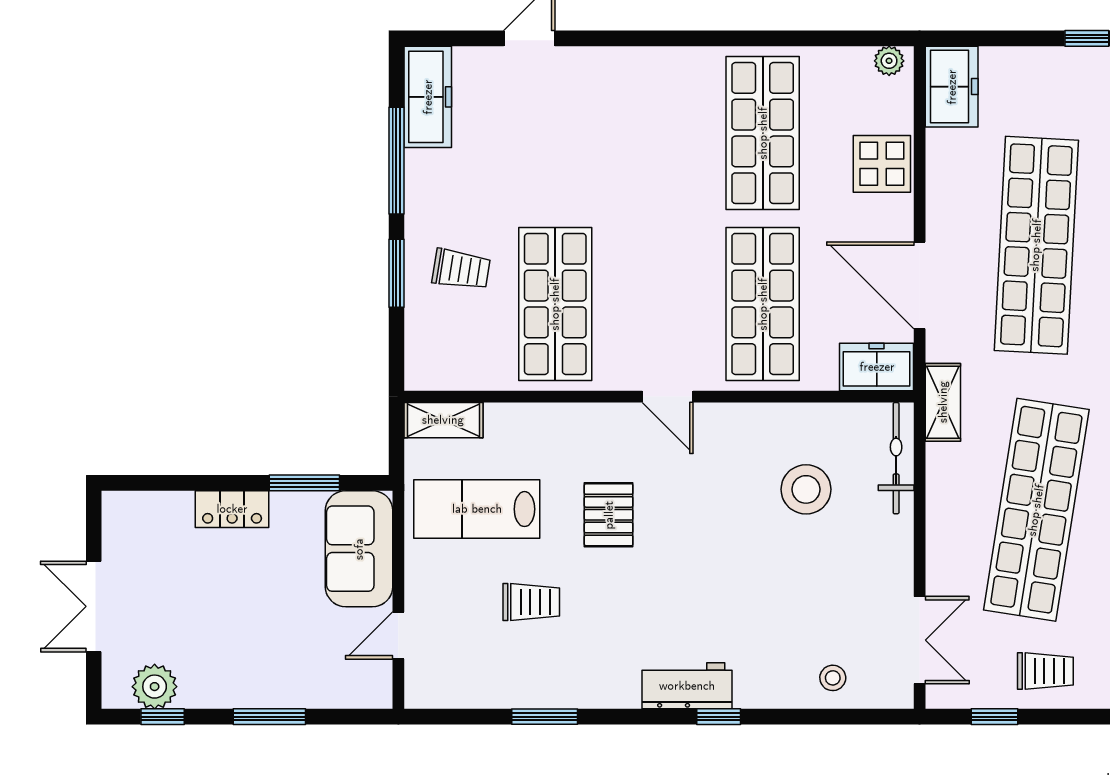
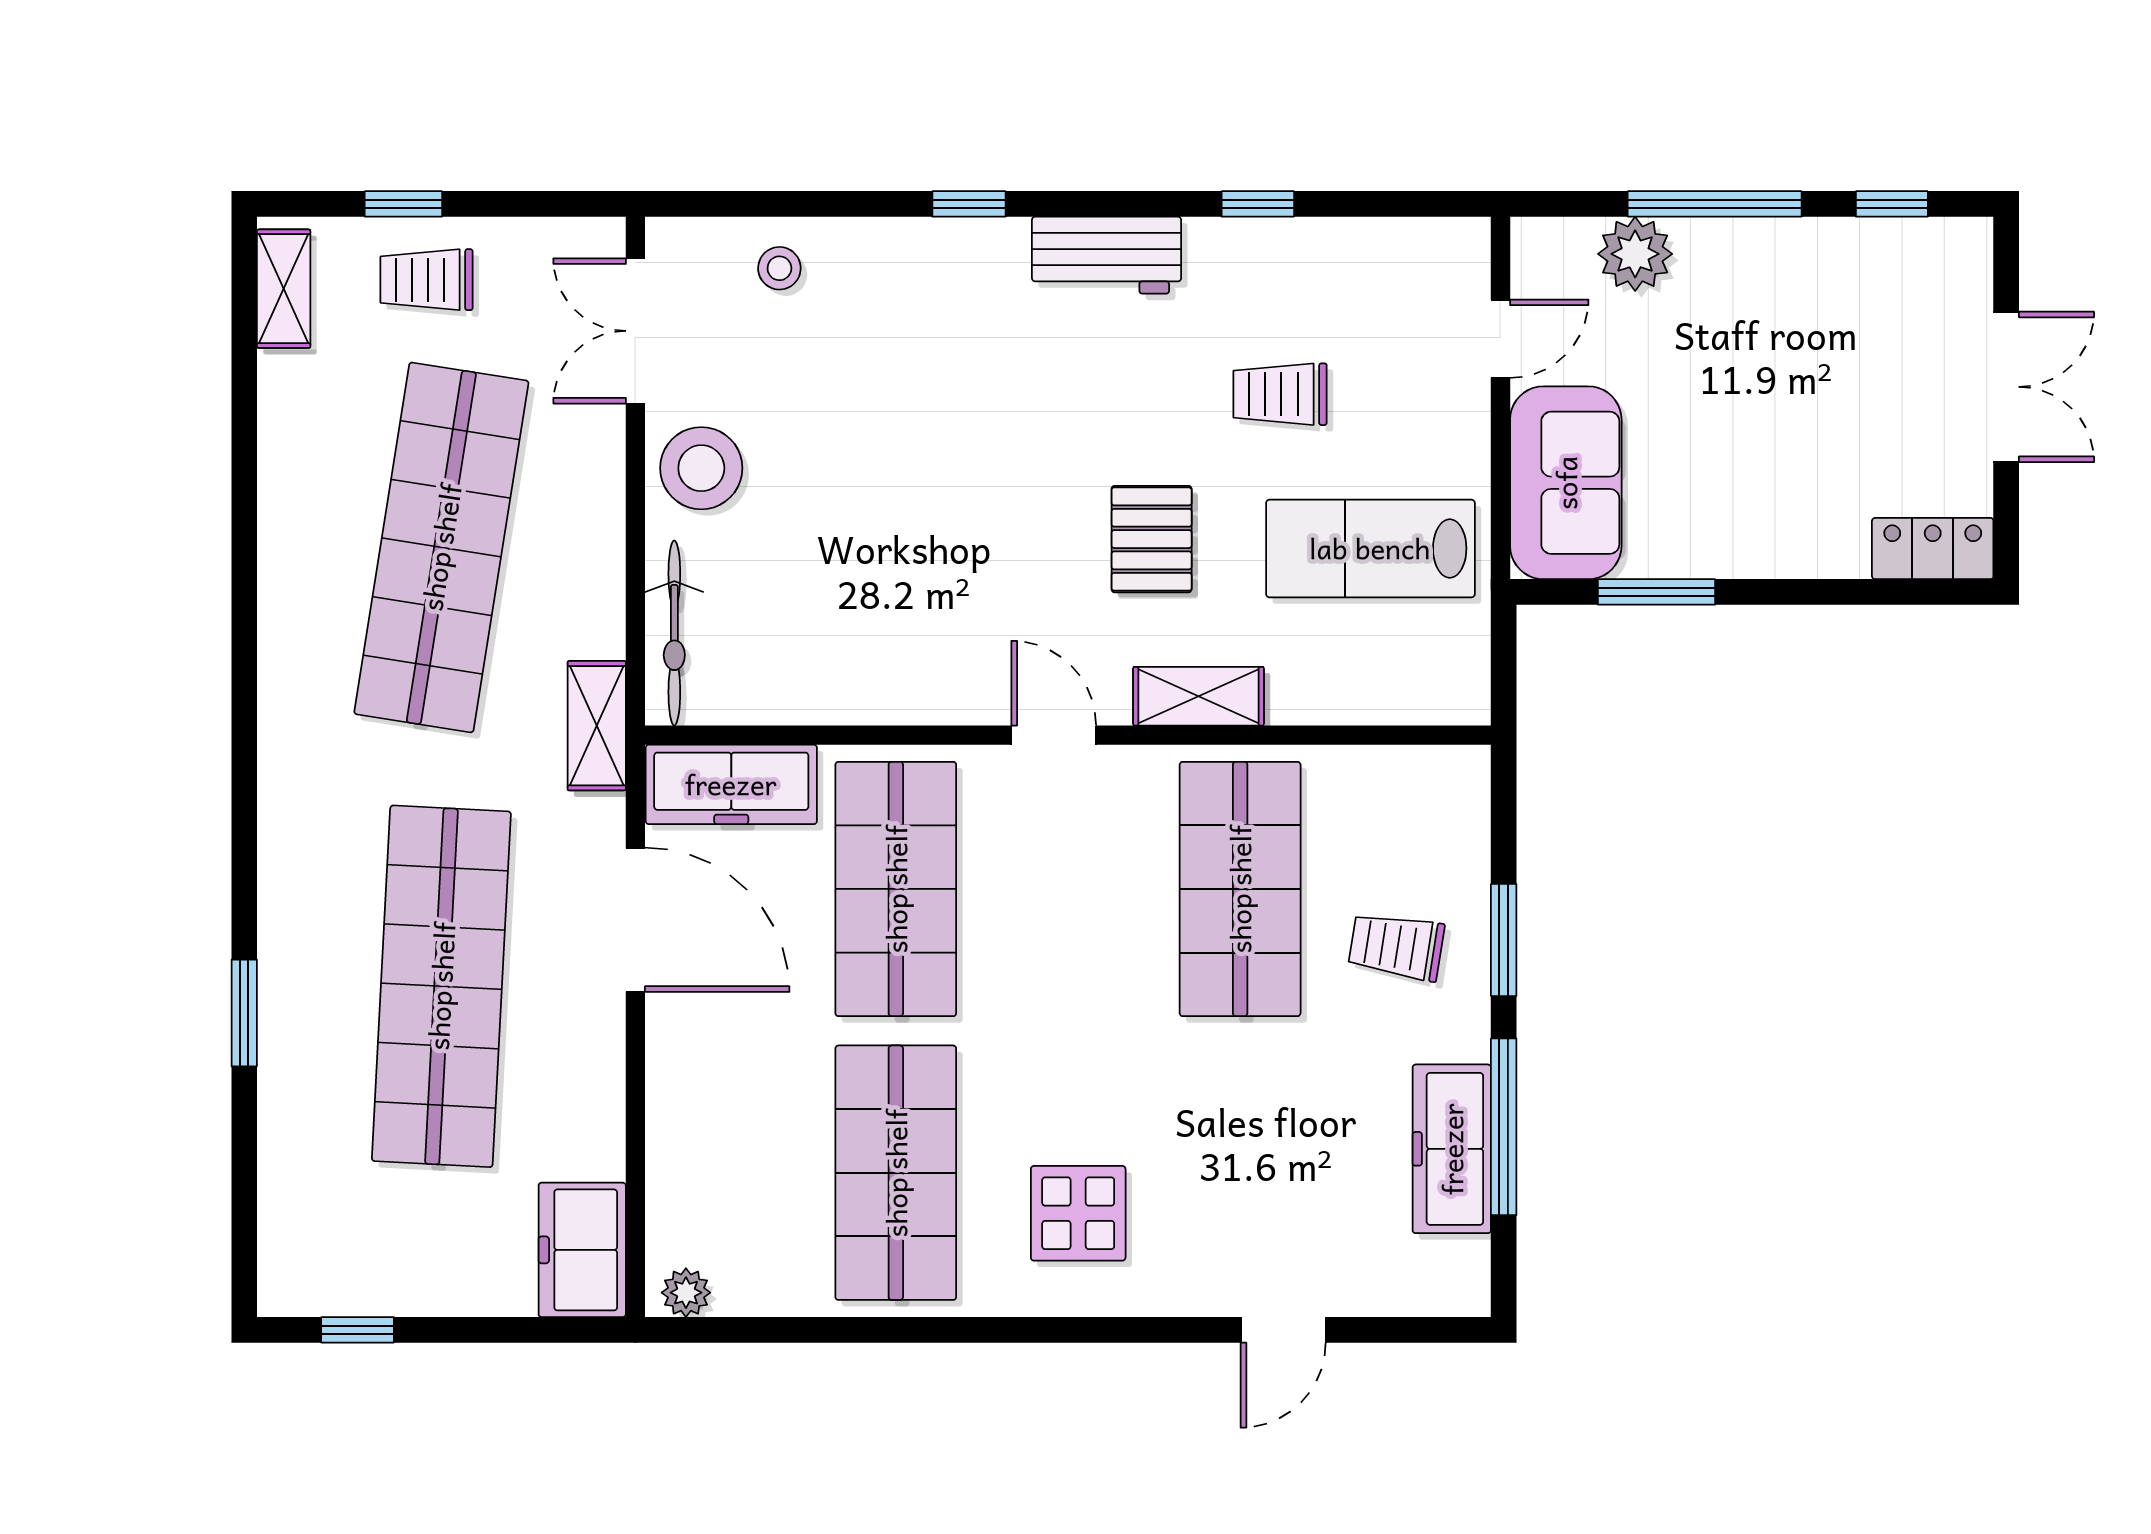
freezer: (428, 97) -> (1452, 1149), moved
display table: (882, 164) -> (1078, 1213), moved
freezer: (877, 367) -> (731, 784), width x1.40
shelving: (443, 420) -> (1198, 696), moved
stool: (806, 489) -> (701, 468), moved
locker: (232, 509) -> (1933, 549), moved
lab bench: (477, 509) -> (1370, 548), turned 180
workbench: (687, 686) -> (1107, 255), moved
plant: (155, 687) -> (1635, 254), moved
window: (269, 717) -> (1715, 204), width x1.44
window: (545, 717) -> (1258, 204), width x0.67
window: (995, 717) -> (403, 204), moved

